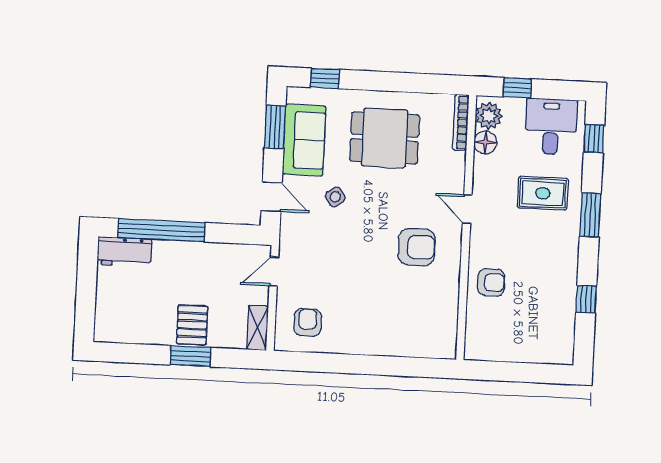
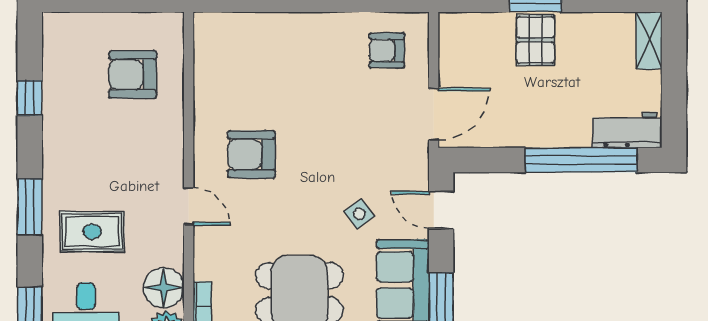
floor lamp: (485, 143) -> (164, 288), width x1.38, depth x1.38
door: (274, 271) -> (434, 114), width x1.38
armchair: (491, 282) -> (133, 75), moved, width x1.38, depth x1.38
armchair: (308, 322) -> (387, 50), turned 90
shelving: (258, 328) -> (649, 40), moved

